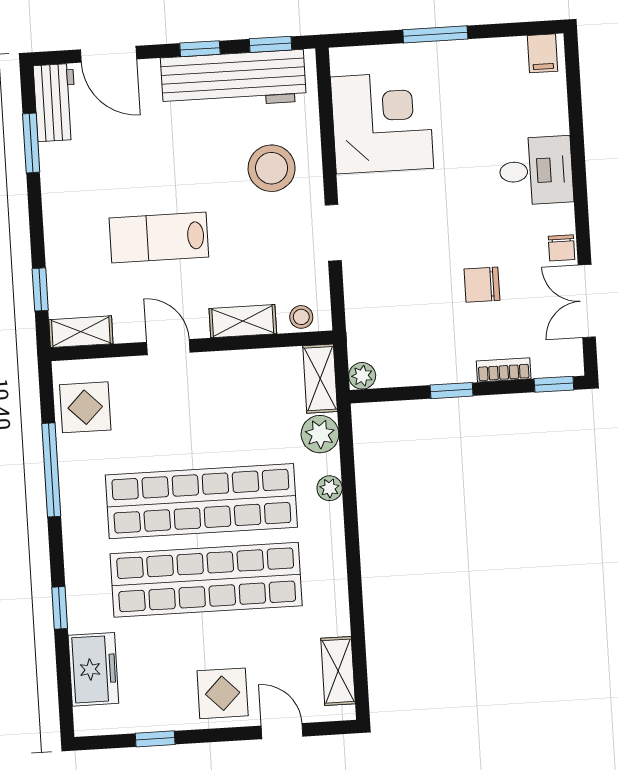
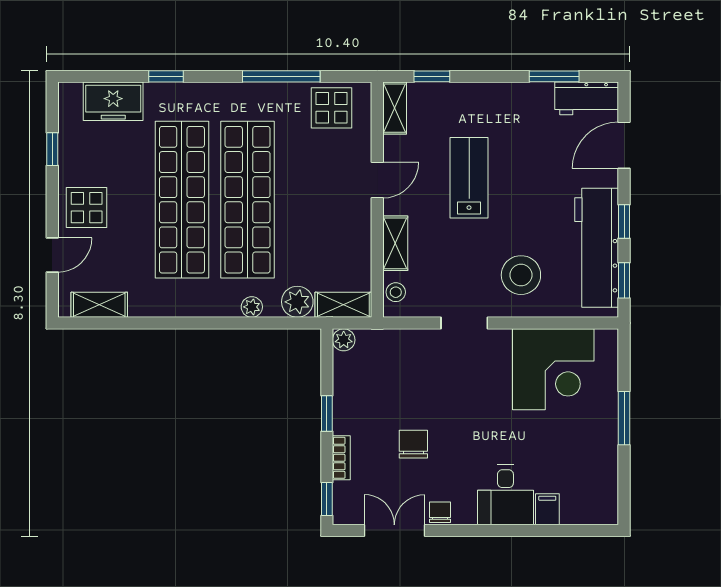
filing cabinet: (543, 53) -> (547, 509), moved, turned 90
chair: (562, 248) -> (440, 512), turned 90

